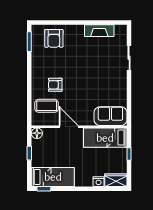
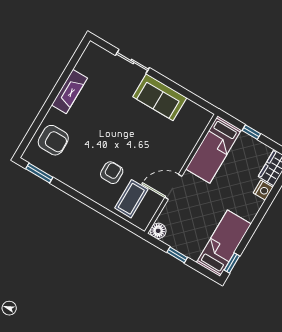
fireplace: (99, 31) -> (69, 92), moved
armchair: (55, 85) -> (112, 173), turned 180
sofa: (110, 116) -> (160, 97), moved, turned -90

